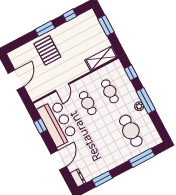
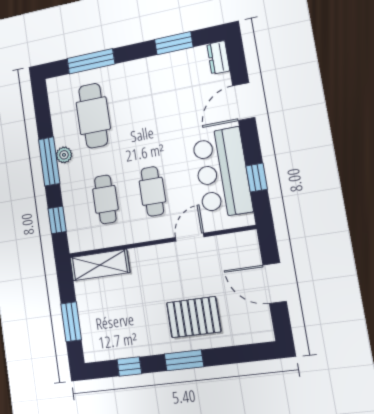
pallet: (47, 50) -> (194, 317), turned 90
door: (16, 80) -> (275, 283), hinge flipped

